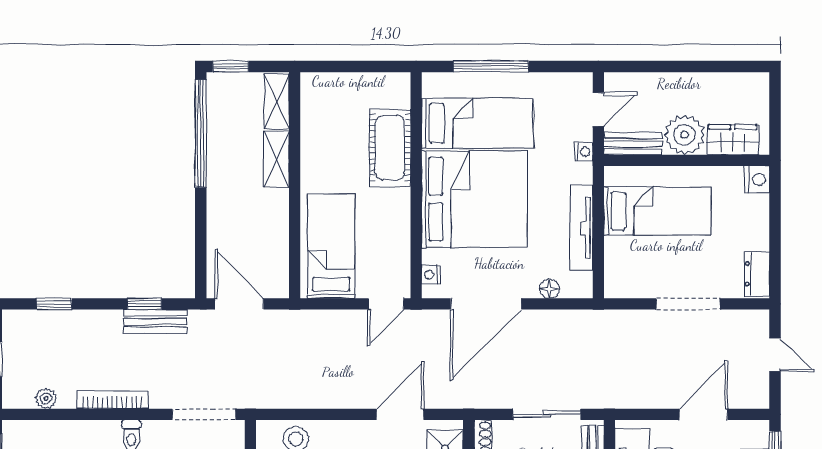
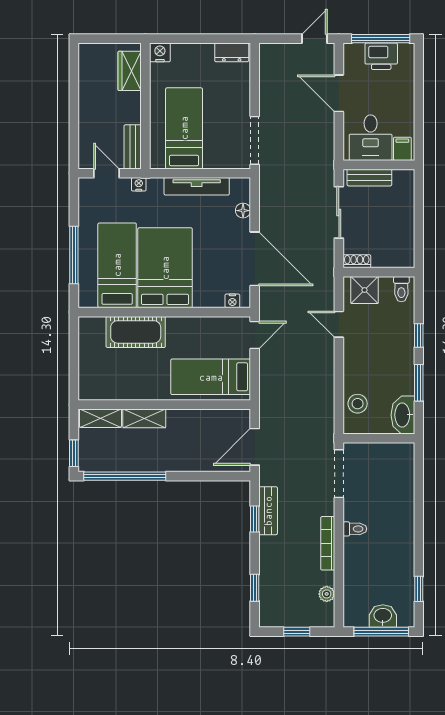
plant: (684, 135) -> (126, 108), removed
bed: (474, 199) -> (165, 268), width x0.73
door: (386, 304) -> (255, 335), hinge flipped
doorway: (688, 304) -> (255, 140), moved
door: (775, 355) -> (314, 39), moved
door: (400, 414) -> (339, 324), width x0.73

